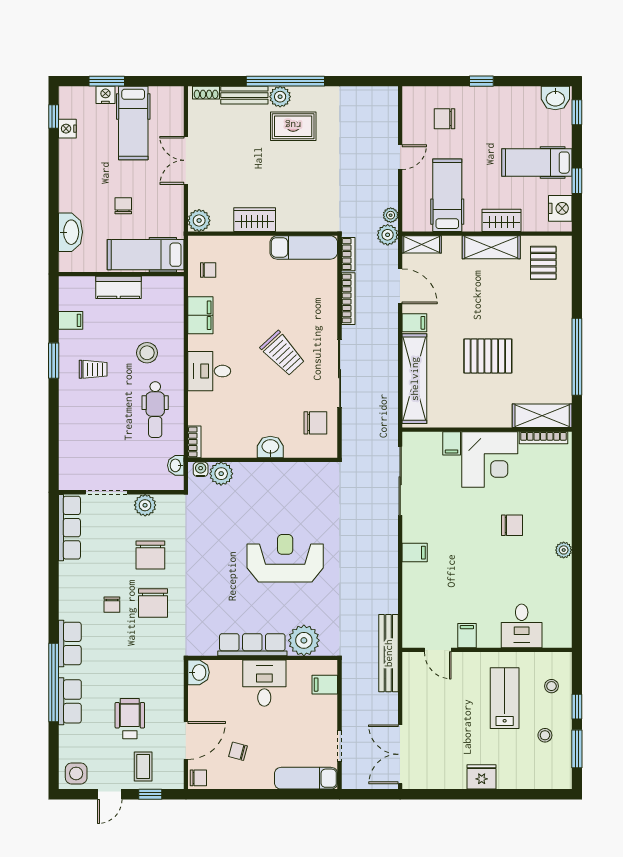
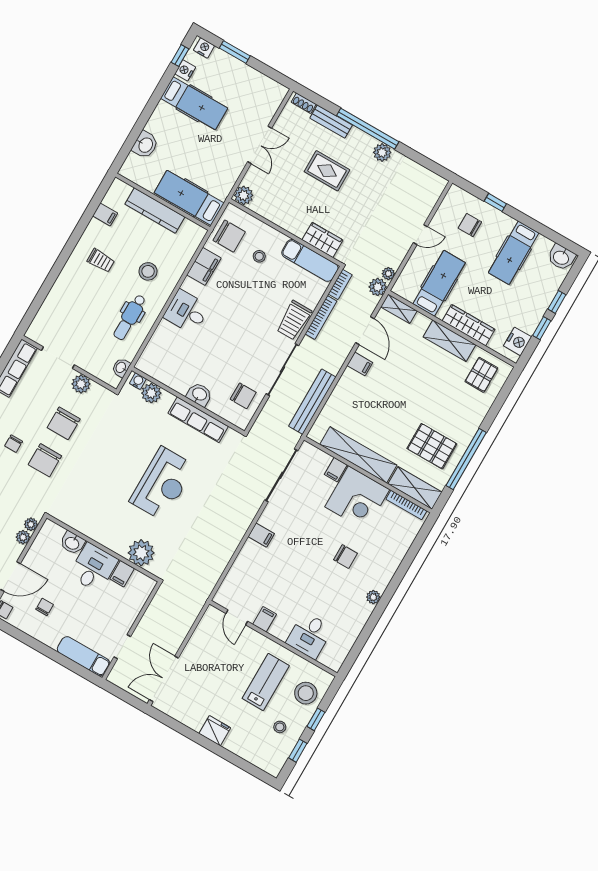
window: (481, 81) -> (495, 202), moved
nightstand: (105, 95) -> (204, 48), moved
plant: (280, 97) -> (382, 152), moved
window: (577, 112) -> (557, 302), moved
hospital bed: (133, 123) -> (194, 103), moved, turned -90
rug: (293, 126) -> (327, 171), moved
double door: (186, 160) -> (260, 145), swing flipped
hospital bed: (537, 163) -> (514, 253), moved, turned -90
chair: (123, 206) -> (193, 152), removed
wardrobe: (255, 220) -> (322, 240), moved
wardrobe: (501, 220) -> (469, 325), width x1.50
washbasin: (70, 232) -> (145, 145), width x0.72
chair: (208, 270) -> (229, 236), width x1.87, depth x1.87
stool: (250, 273) -> (259, 256), added
kitchen counter: (118, 287) -> (155, 210), width x1.50
trolley: (283, 353) -> (294, 320), moved, turned 43
pallet: (488, 356) -> (432, 446), moved
window: (54, 361) -> (75, 237), removed
shelving: (414, 379) -> (358, 455), moved, turned 90
bookcase: (194, 442) -> (145, 358), removed
reception desk: (285, 558) -> (162, 484), turned 90
row of seats: (252, 645) -> (198, 420), moved, turned 180
bench: (388, 653) -> (312, 402), moved
washbasin: (199, 672) -> (72, 543), moved, turned 90
plant: (176, 676) -> (31, 524), added
filing cabinet: (325, 685) -> (122, 574), moved, turned -90
stool: (551, 686) -> (306, 693), width x1.89, depth x1.89
plant: (176, 694) -> (23, 537), added
window: (577, 749) -> (298, 751), width x0.67
chair: (238, 751) -> (45, 607), turned 75

